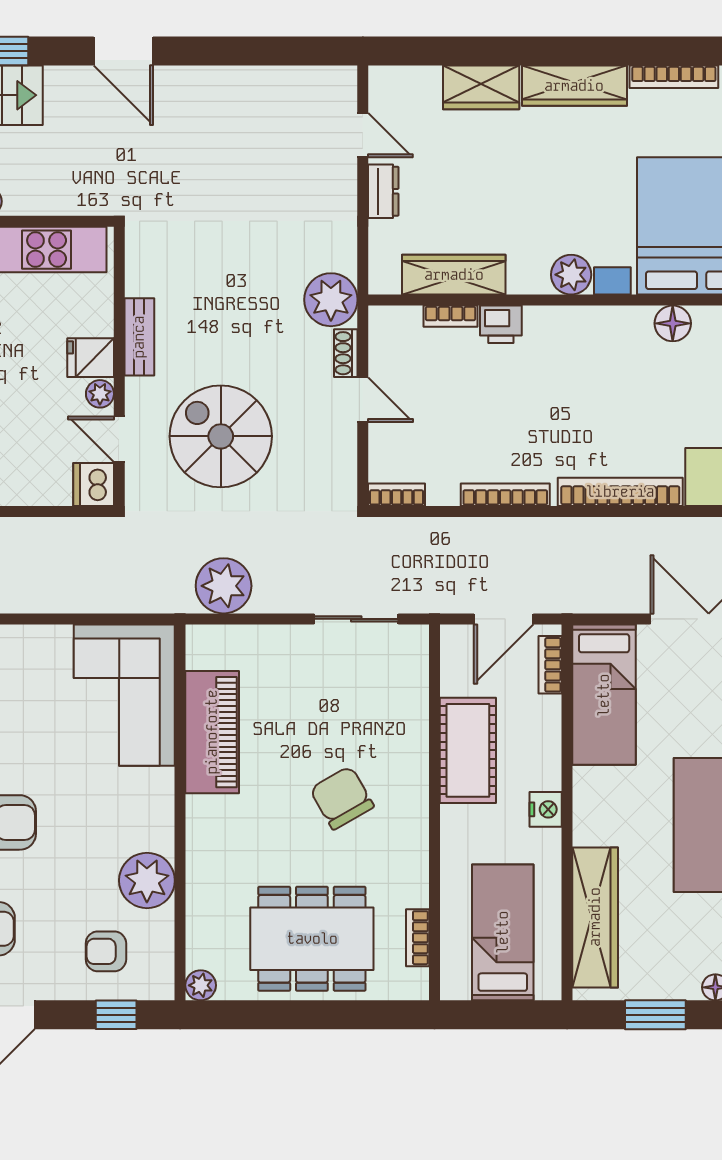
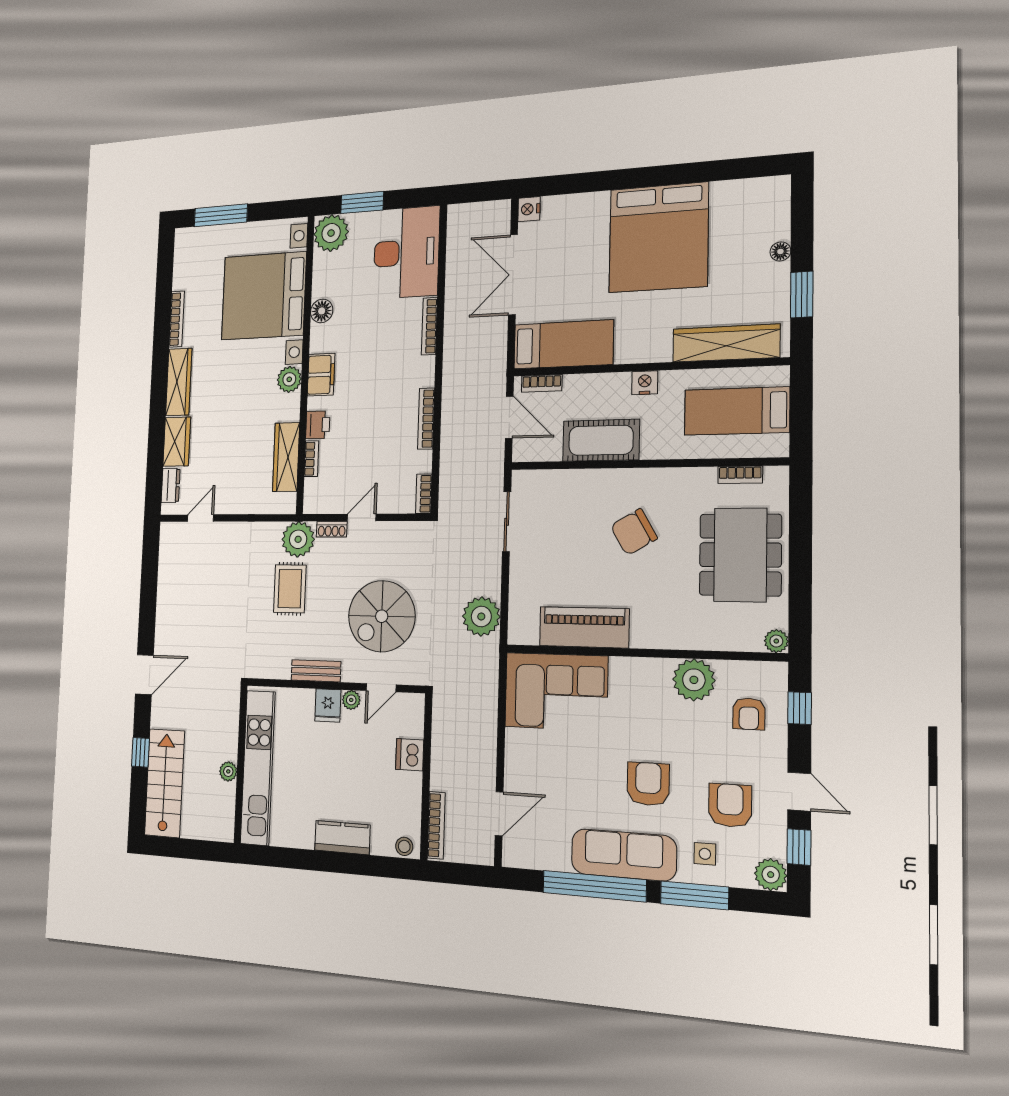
dresser: (383, 191) -> (171, 485), moved, turned 90
rug: (258, 290) -> (290, 589), added
filing cabinet: (576, 326) -> (321, 375), added
dishwasher: (94, 484) -> (410, 755), moved, turned 90
bookcase: (620, 492) -> (429, 326), width x0.68, depth x0.76

